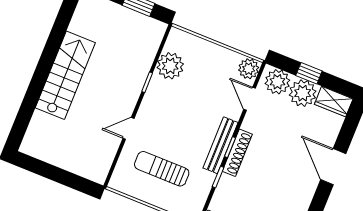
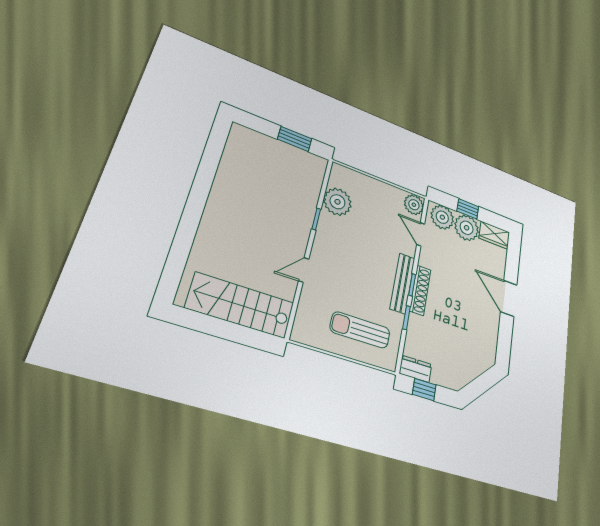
stairs: (65, 75) -> (241, 305), moved, turned -90
sun lounger: (162, 169) -> (360, 330), moved

